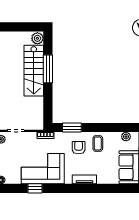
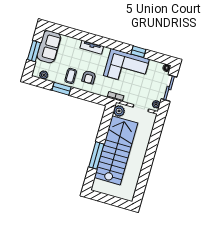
plant: (37, 38) -> (119, 111), moved
stairs: (34, 71) -> (116, 150), width x1.36, depth x1.51
window: (72, 128) -> (62, 89), moved

